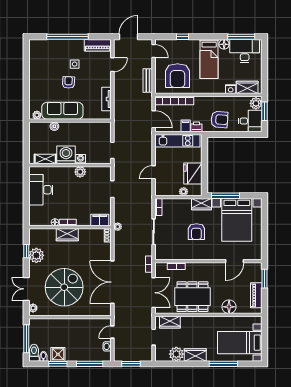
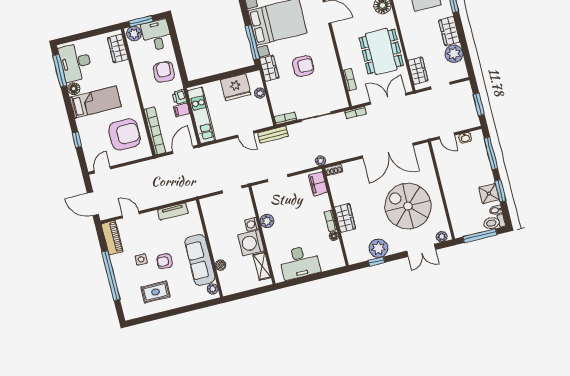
rug: (46, 69) -> (156, 292), added
bench: (148, 80) -> (273, 135), moved
nightstand: (231, 89) -> (125, 68), removed

